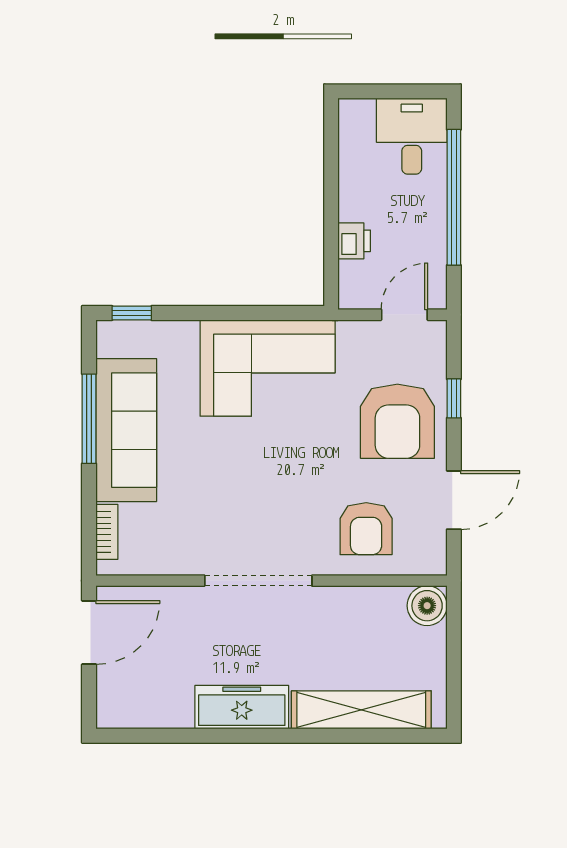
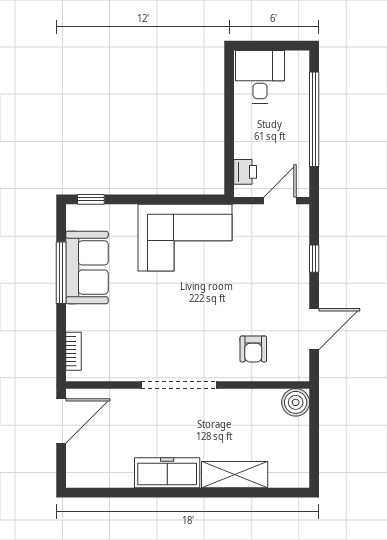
desk: (412, 136) -> (260, 77), moved
printer: (354, 241) -> (245, 172), moved
armchair: (397, 421) -> (275, 274), removed
sofa: (126, 430) -> (87, 267), width x0.73
armchair: (366, 529) -> (253, 349), width x0.72, depth x0.72
shelving: (361, 710) -> (235, 475), width x0.68

